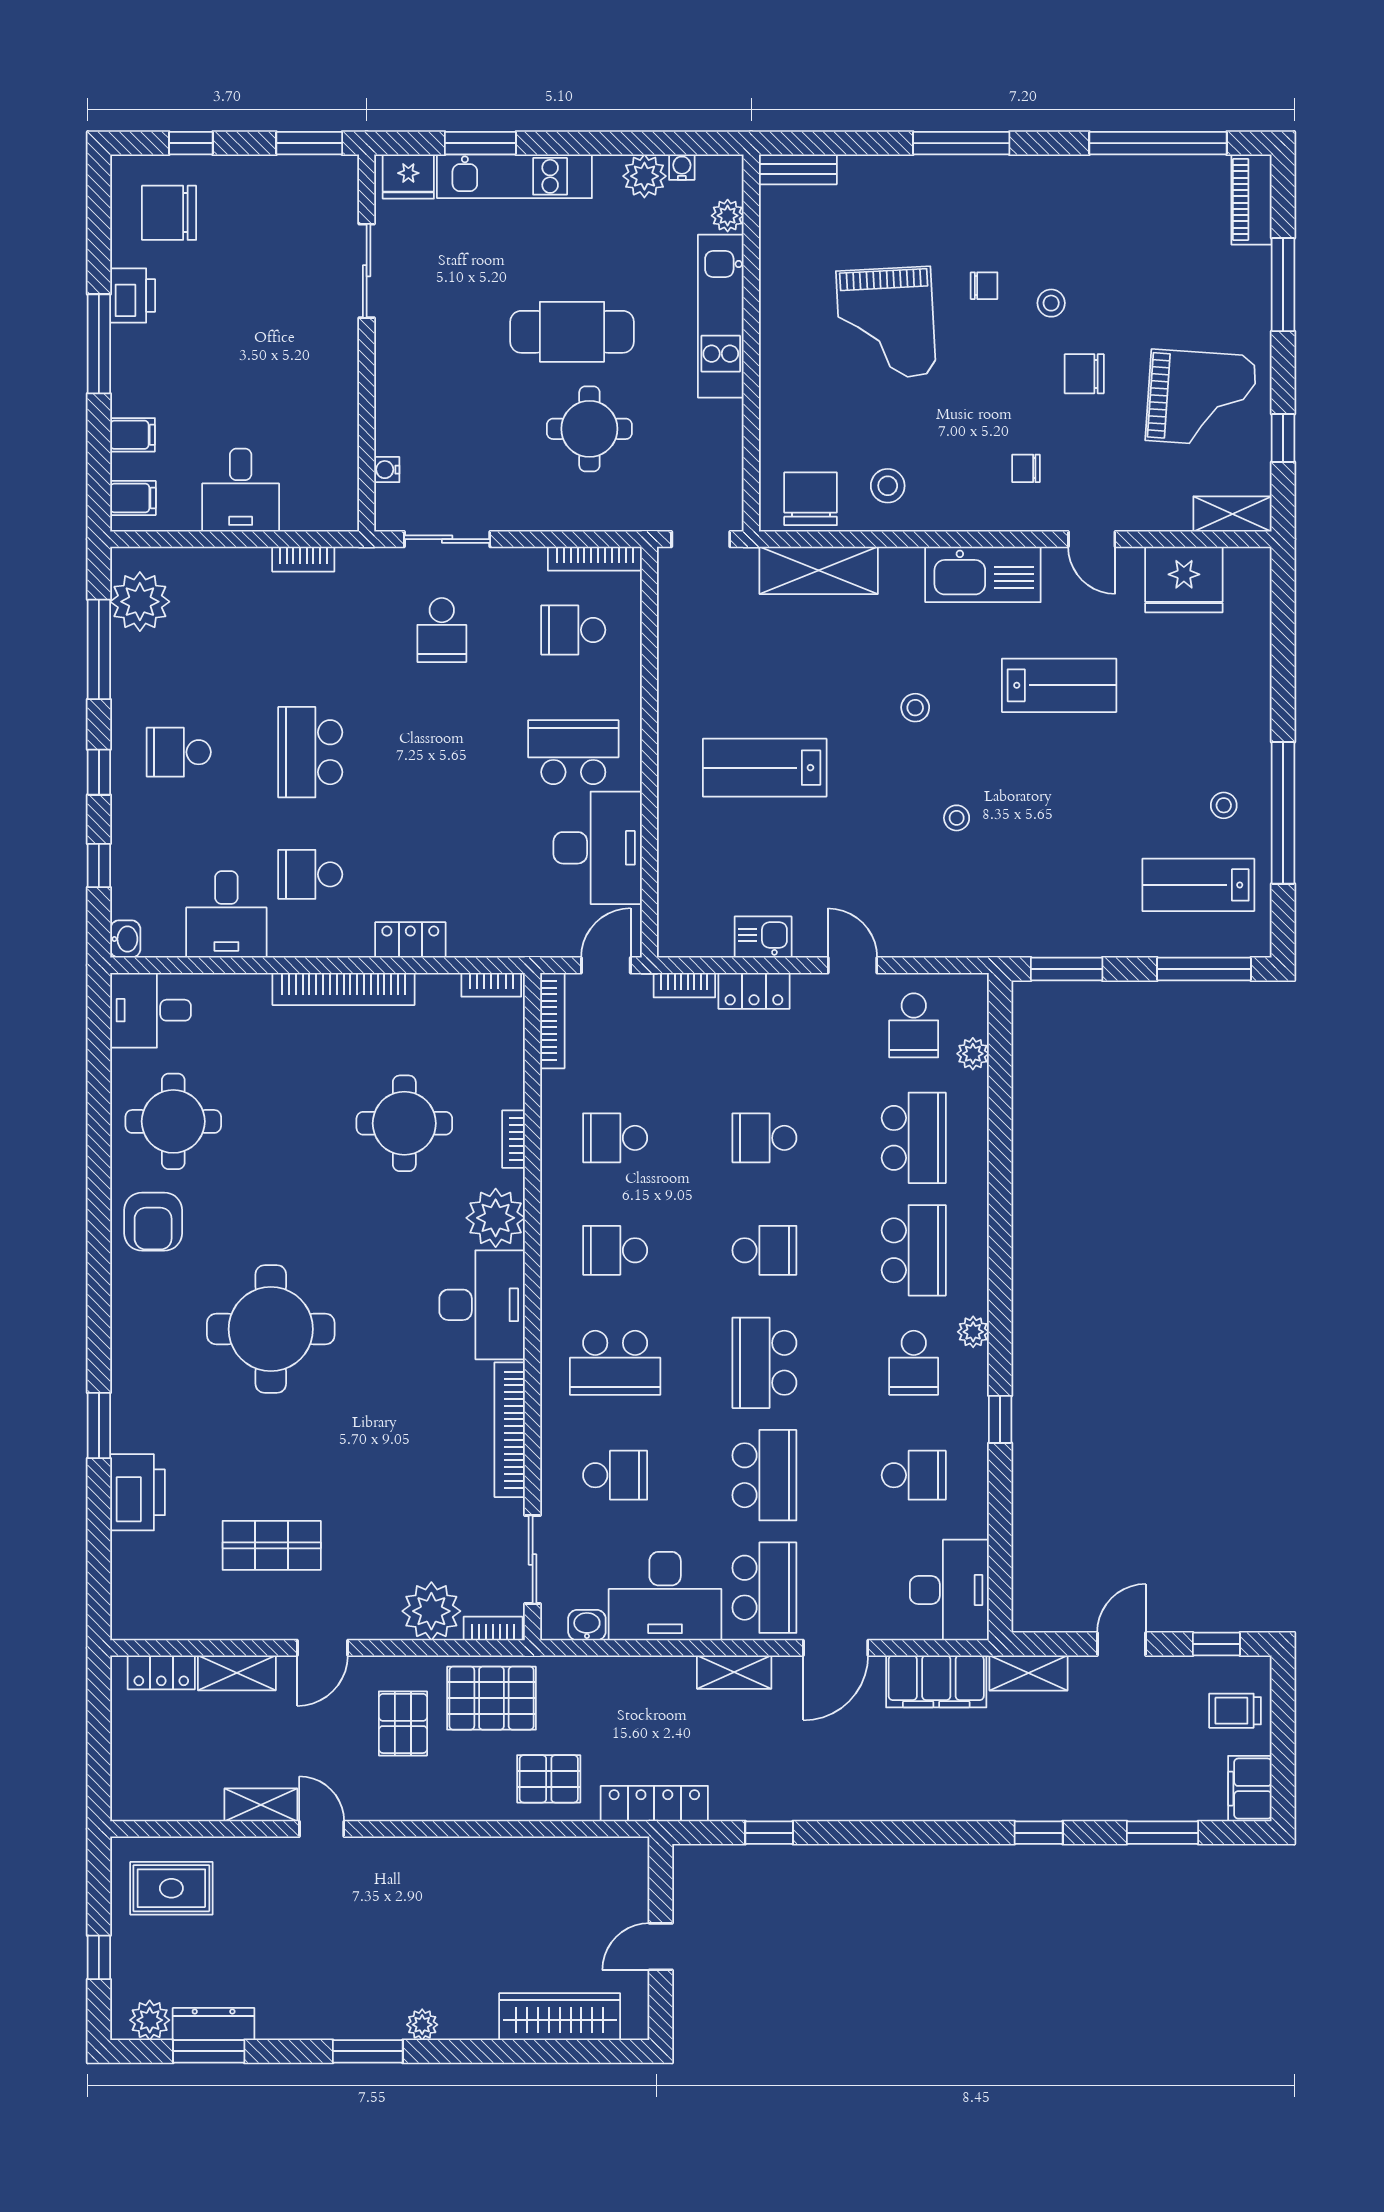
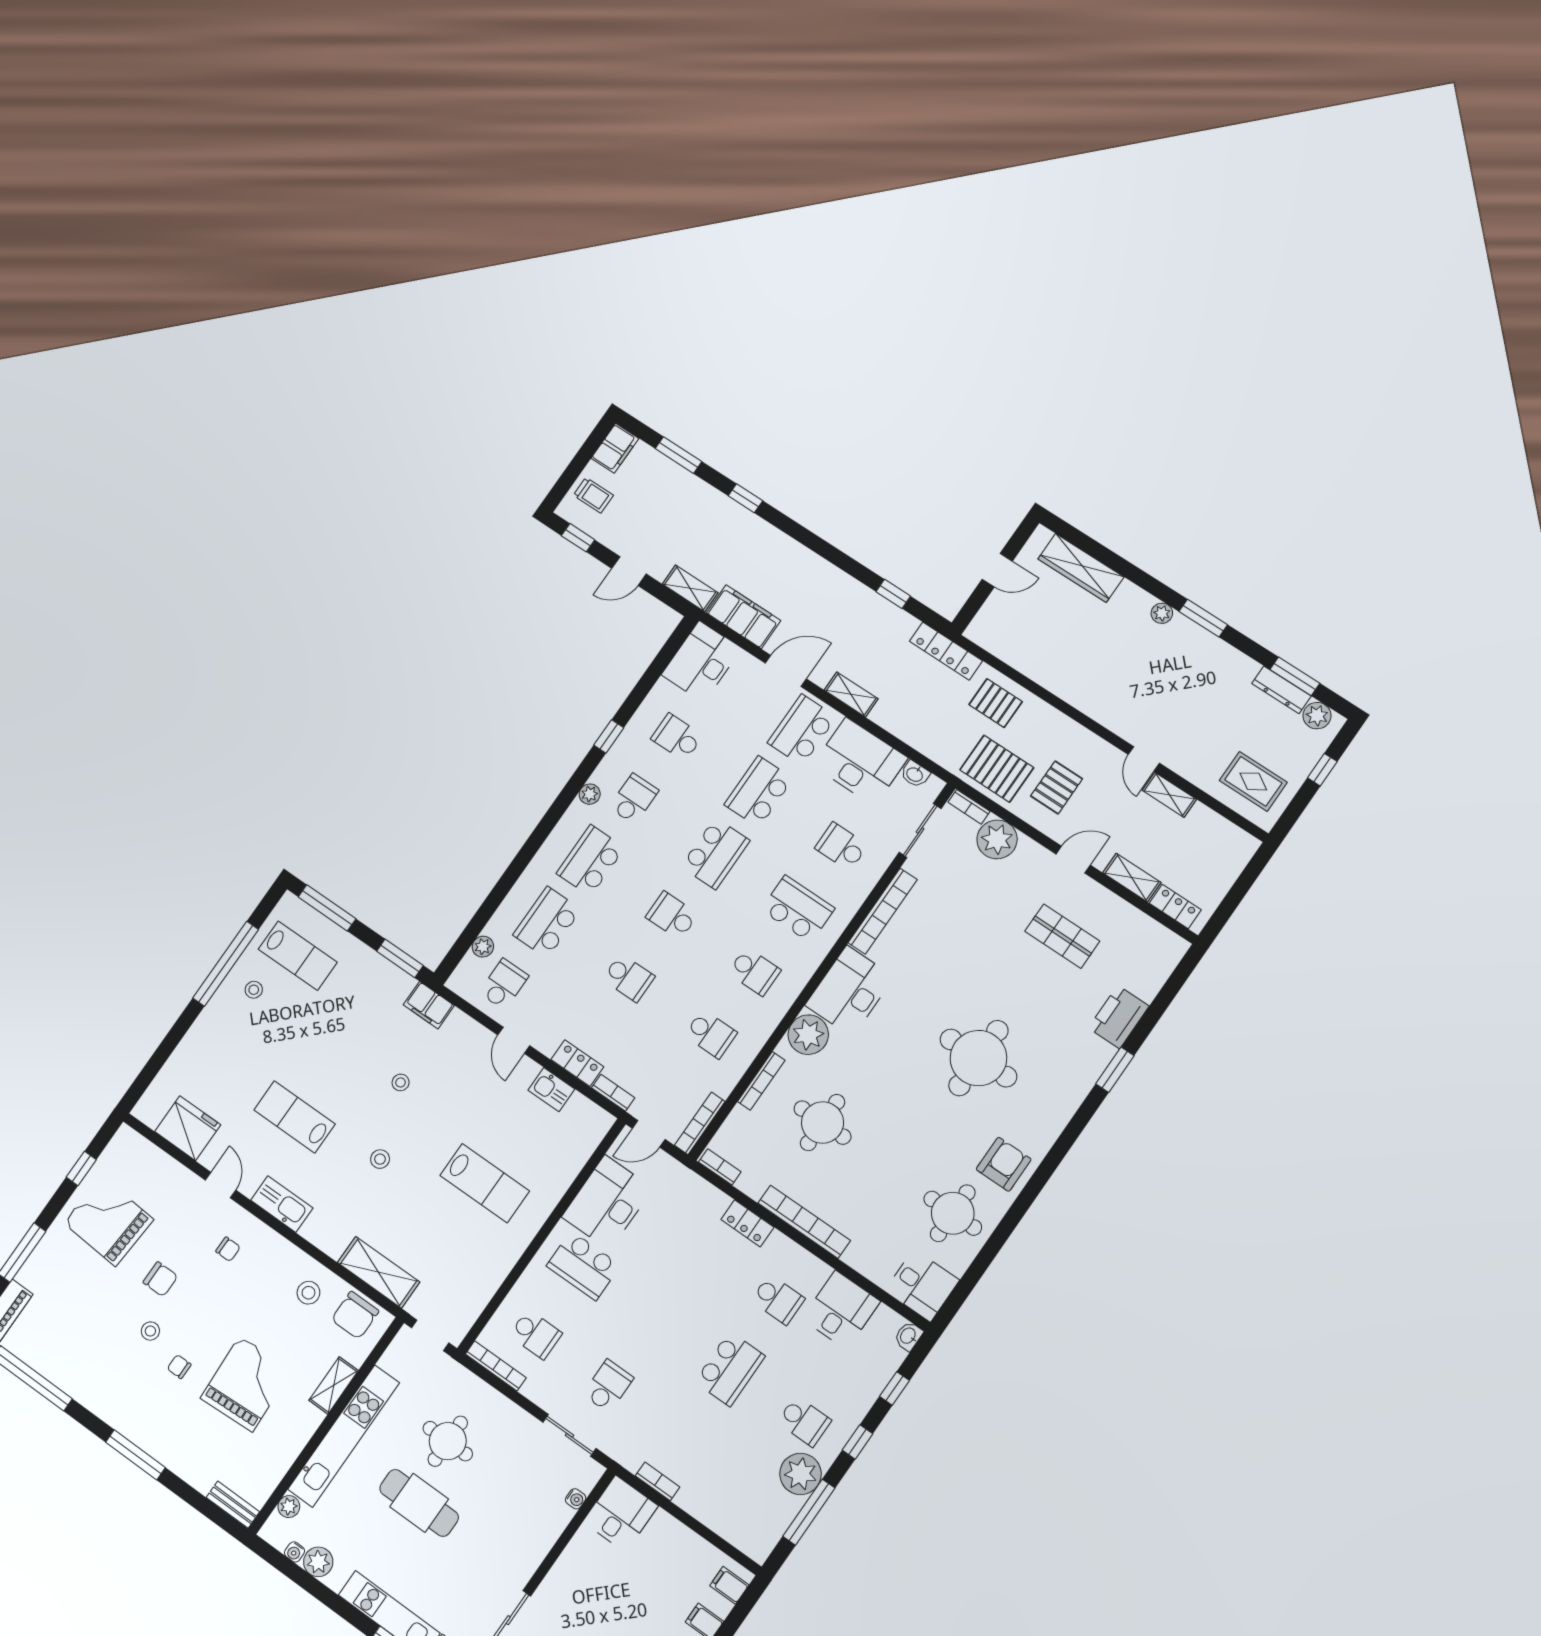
kitchen unit: (721, 316) -> (344, 1436), width x1.36
desk: (241, 490) -> (621, 1514), moved
shelving: (1232, 514) -> (334, 1385), moved, turned 90
kitchen sink: (983, 574) -> (282, 1204), width x0.73, depth x0.81
plant: (140, 602) -> (801, 1474), moved
filing cabinet: (989, 936) -> (429, 1005), added
bookcase: (513, 1139) -> (761, 1081), width x1.56

